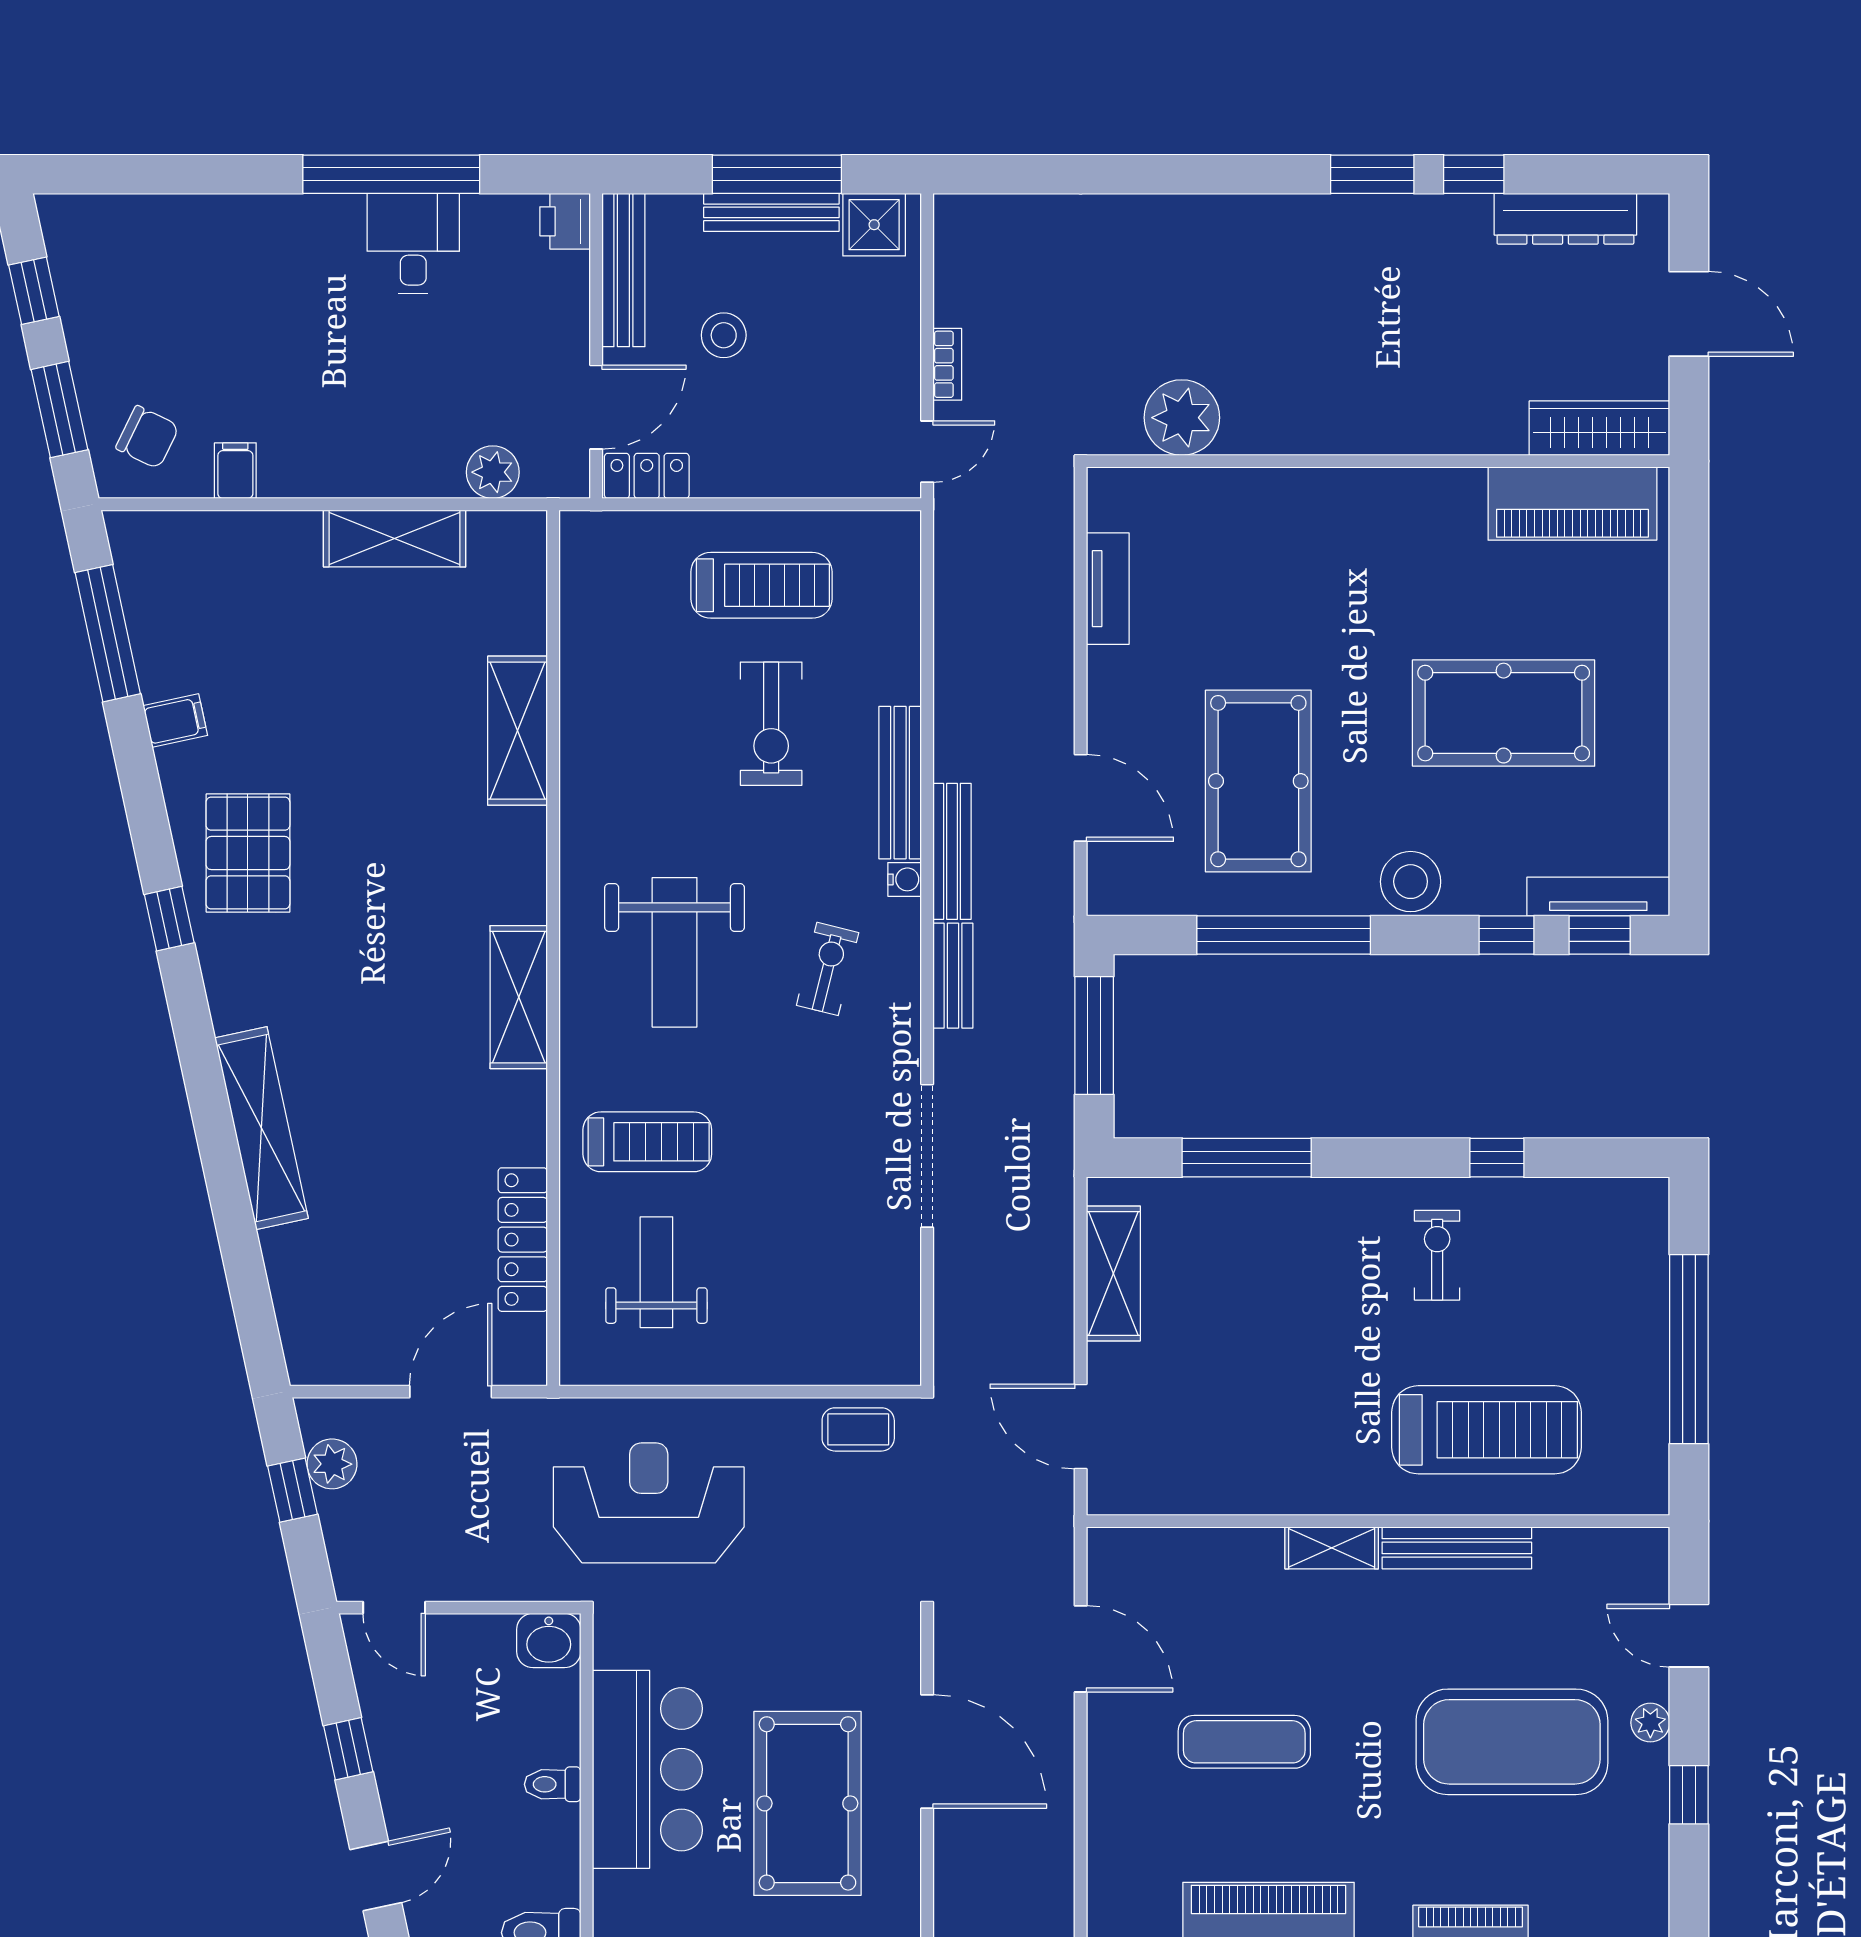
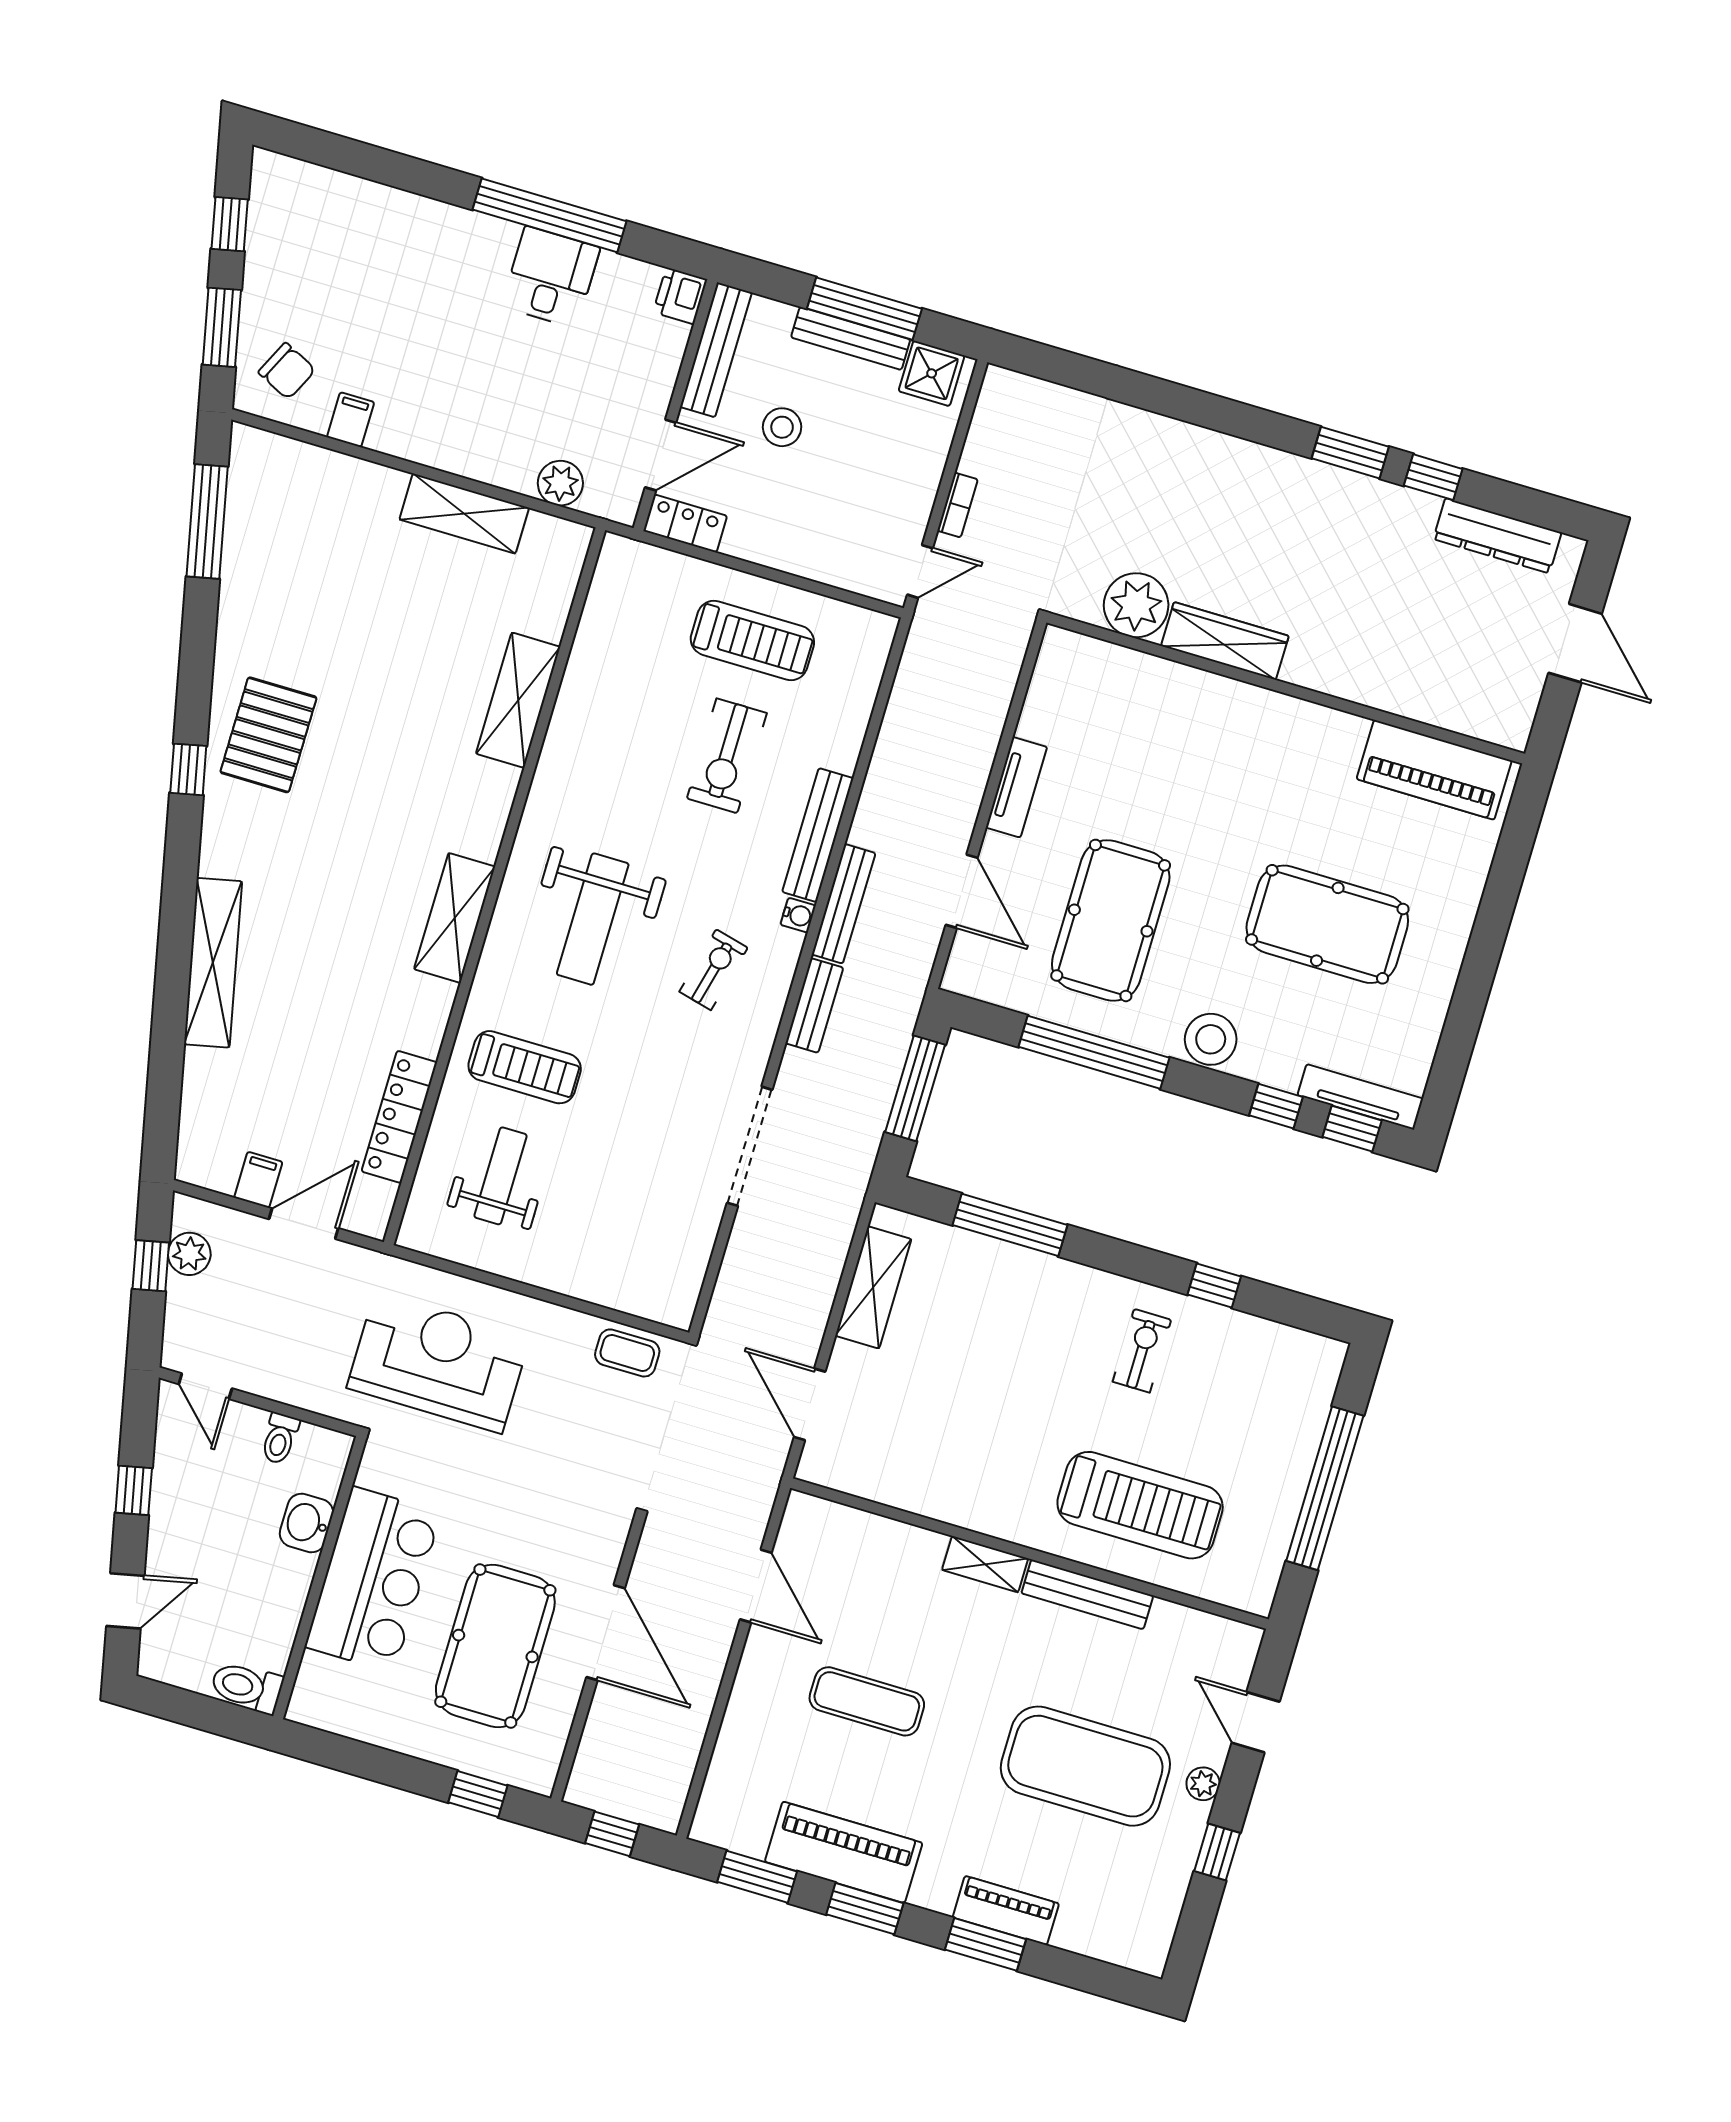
wardrobe: (1599, 428) -> (1225, 641), moved
tv unit: (1108, 589) -> (1016, 787), moved
filing cabinet: (175, 721) -> (258, 1180), moved, turned -78
washbasin: (549, 1640) -> (306, 1523), moved, turned 90
toilet: (553, 1784) -> (280, 1438), moved, turned -90

